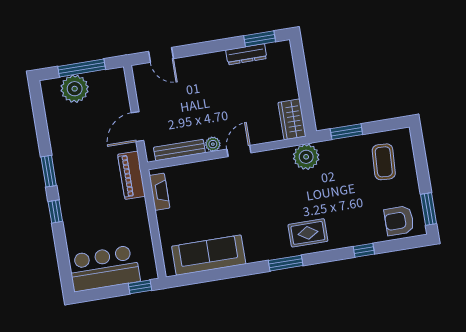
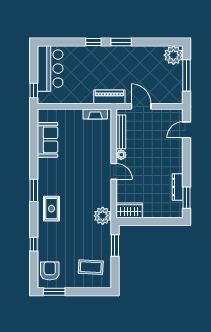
plant: (75, 89) -> (173, 55), moved
sofa: (209, 255) -> (48, 140), width x0.73

